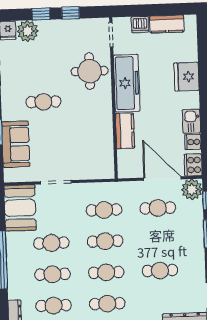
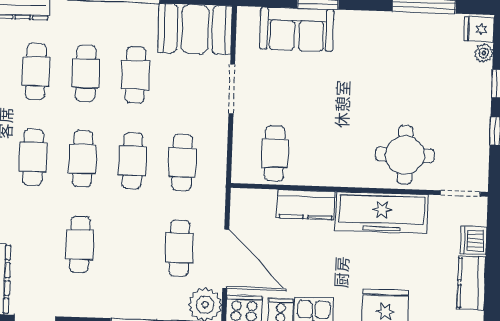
plant: (28, 31) -> (484, 53), width x0.53, depth x0.53
cafe table: (43, 102) -> (275, 153), moved
door: (162, 179) -> (226, 259), hinge flipped

